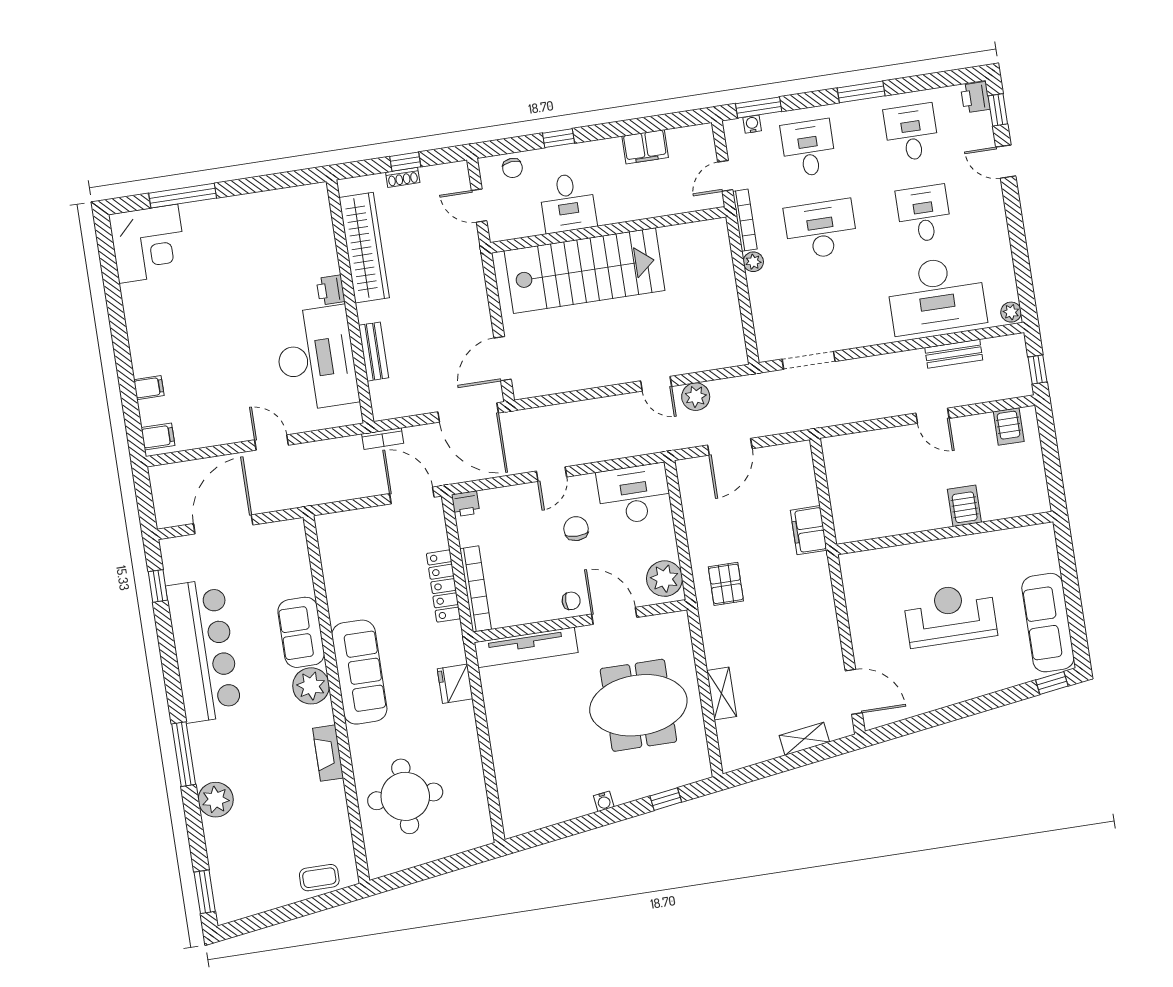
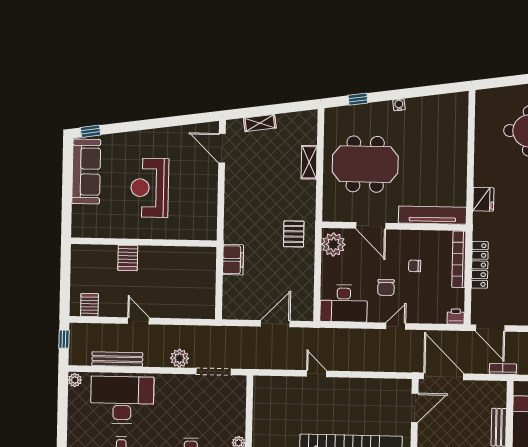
bench: (954, 354) -> (117, 359), width x1.36
plant: (696, 397) -> (179, 358), moved
chair: (571, 601) -> (415, 266), moved
reception desk: (950, 615) -> (150, 188), turned 90

